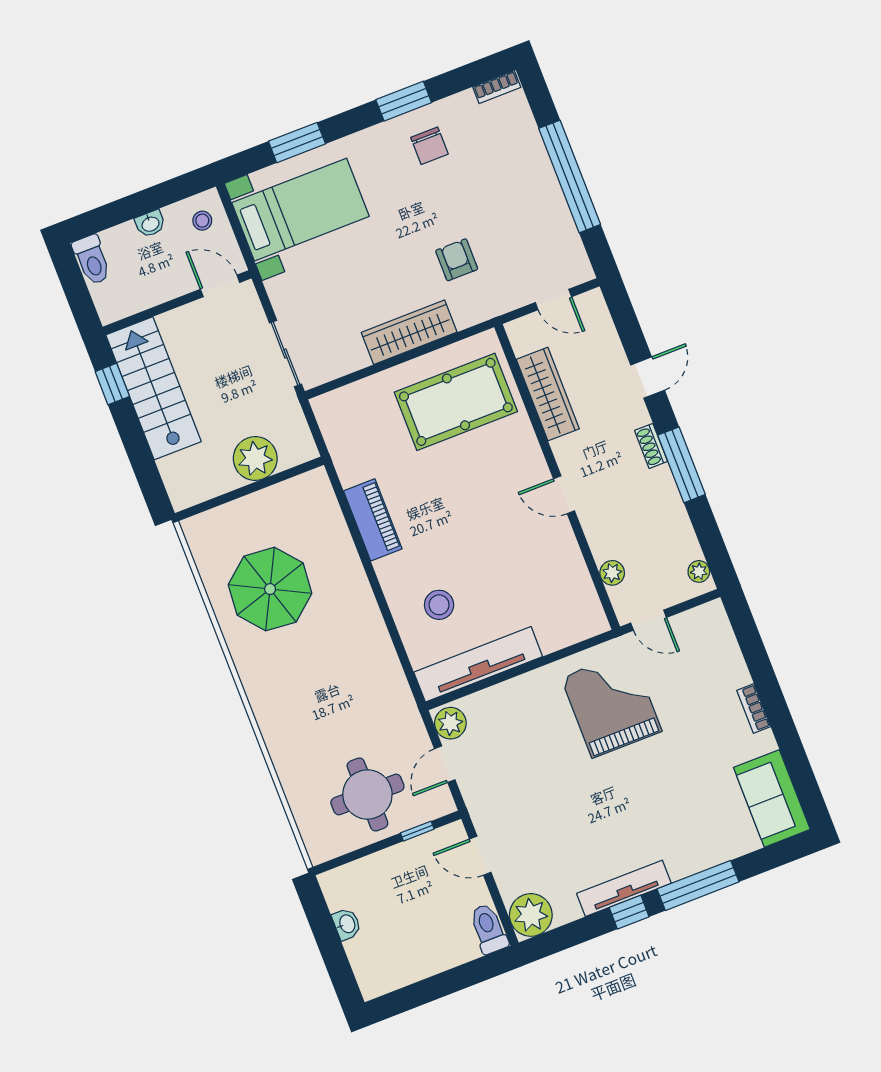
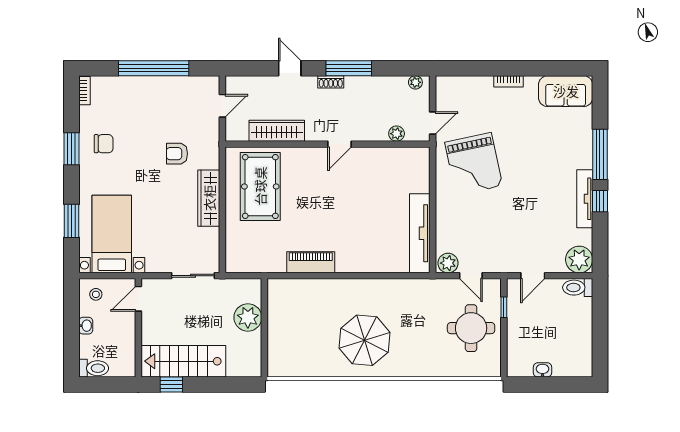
parasol: (270, 589) -> (364, 340), moved
stool: (439, 605) -> (376, 243), removed
grand piano: (611, 704) -> (474, 164), turned -102

